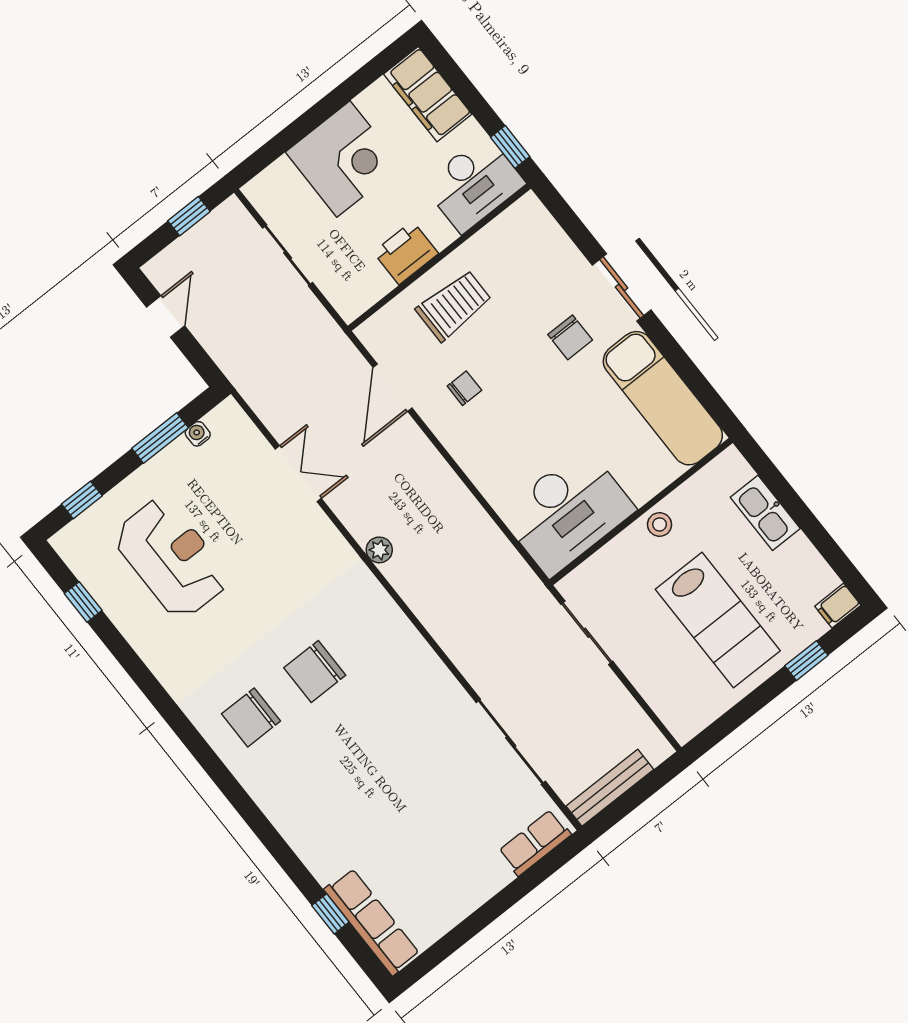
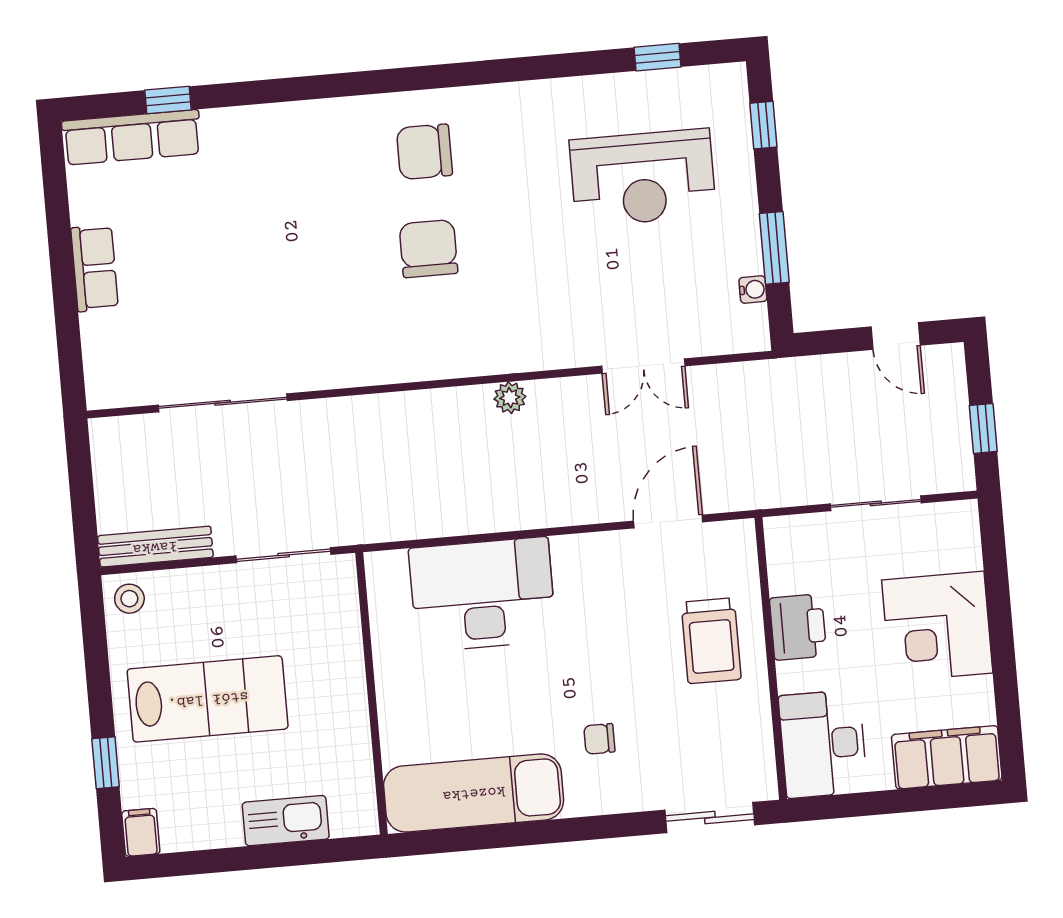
window: (510, 147) -> (836, 806), removed
sliding door: (622, 287) -> (710, 818), moved
chair: (570, 337) -> (599, 739), width x0.73, depth x0.73
door: (392, 388) -> (668, 522), hinge flipped
chair: (464, 388) -> (619, 595), removed
desk: (567, 512) -> (483, 594), moved, turned 90
stool: (660, 524) -> (129, 599), moved
lab bench: (718, 620) -> (208, 699), turned 180
chair: (251, 717) -> (424, 152), turned -90
bench: (610, 788) -> (155, 547), moved, turned 90
row of seats: (535, 843) -> (95, 268), moved

